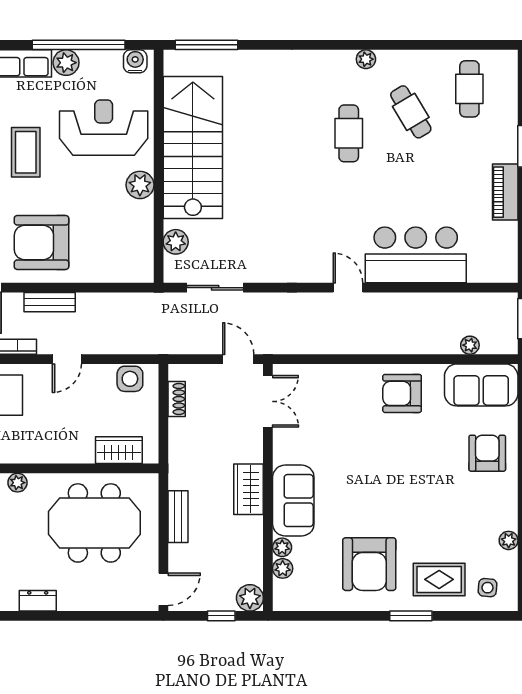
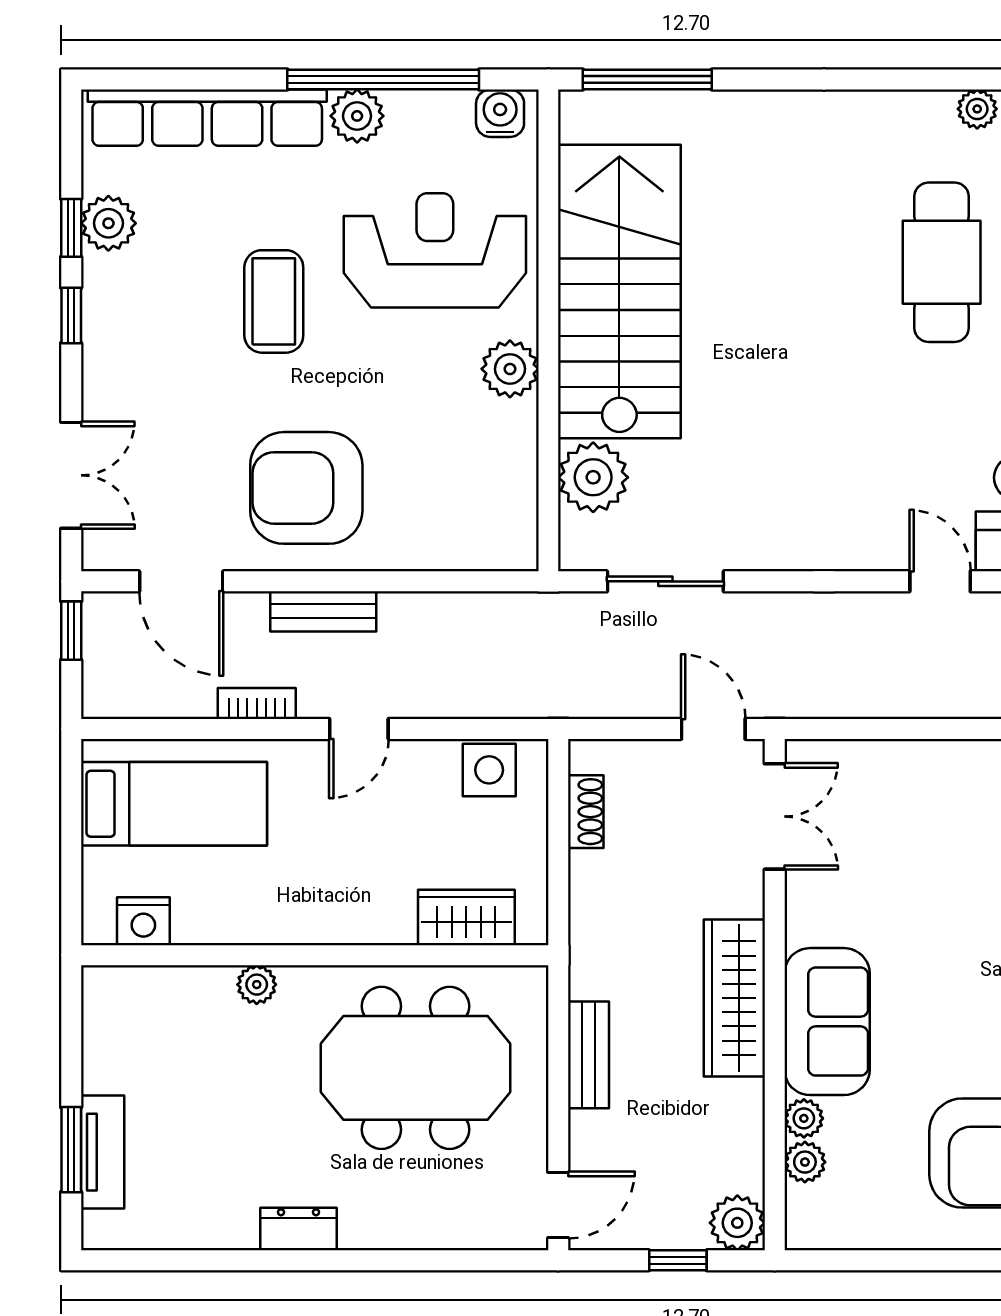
cafe table: (349, 133) -> (942, 262), width x1.37, depth x1.35
plant: (176, 242) -> (593, 477), width x1.36, depth x1.36
wardrobe: (249, 489) -> (734, 998), width x1.50

